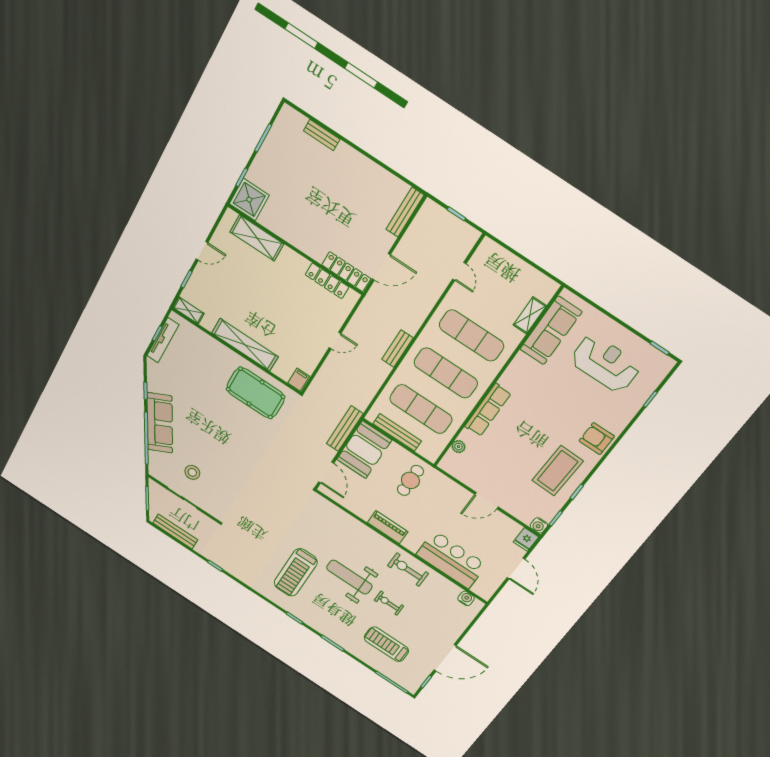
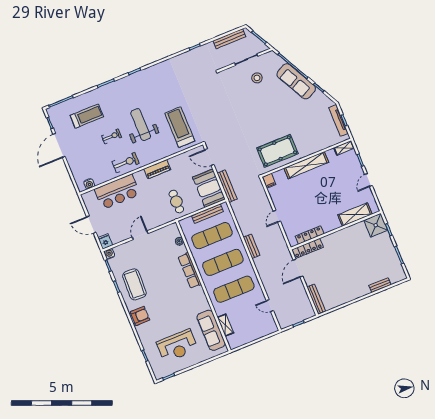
treadmill: (296, 572) -> (180, 127), moved
weight bench: (349, 577) -> (141, 125), turned -90

